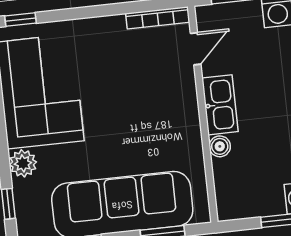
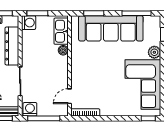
kitchen sink: (220, 105) -> (61, 31), moved

